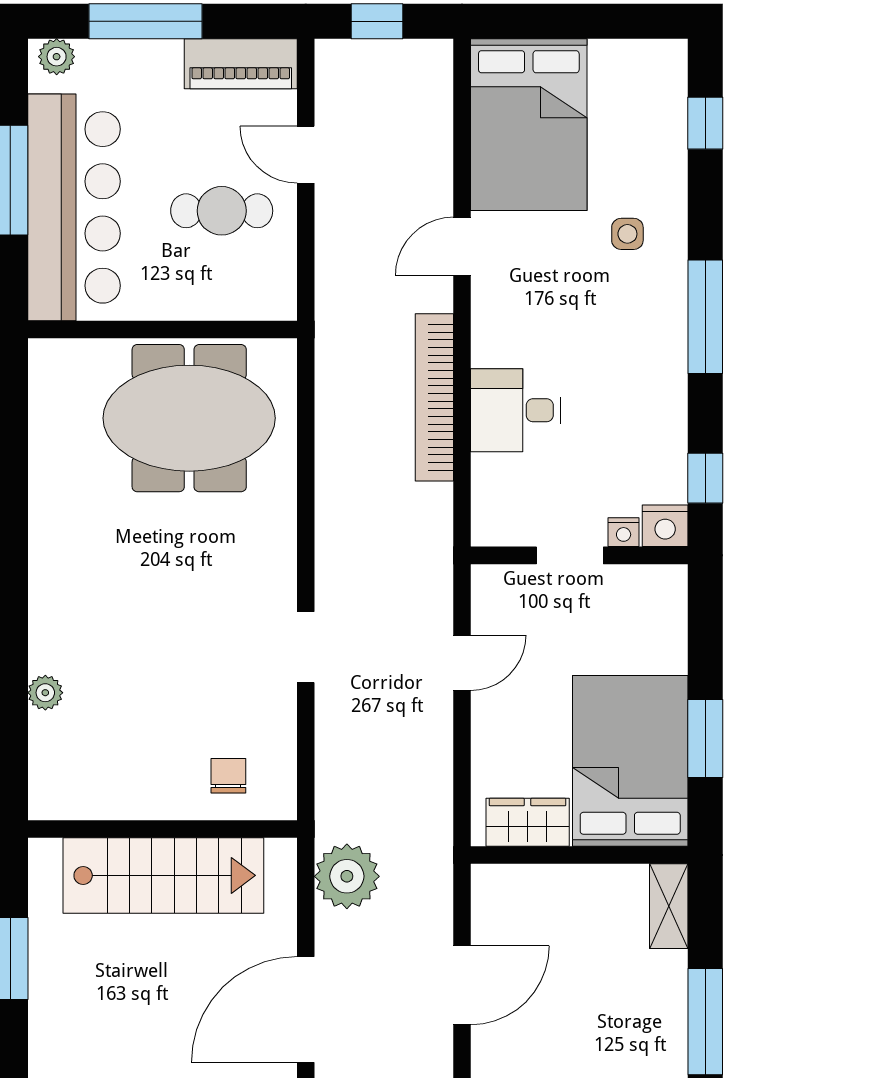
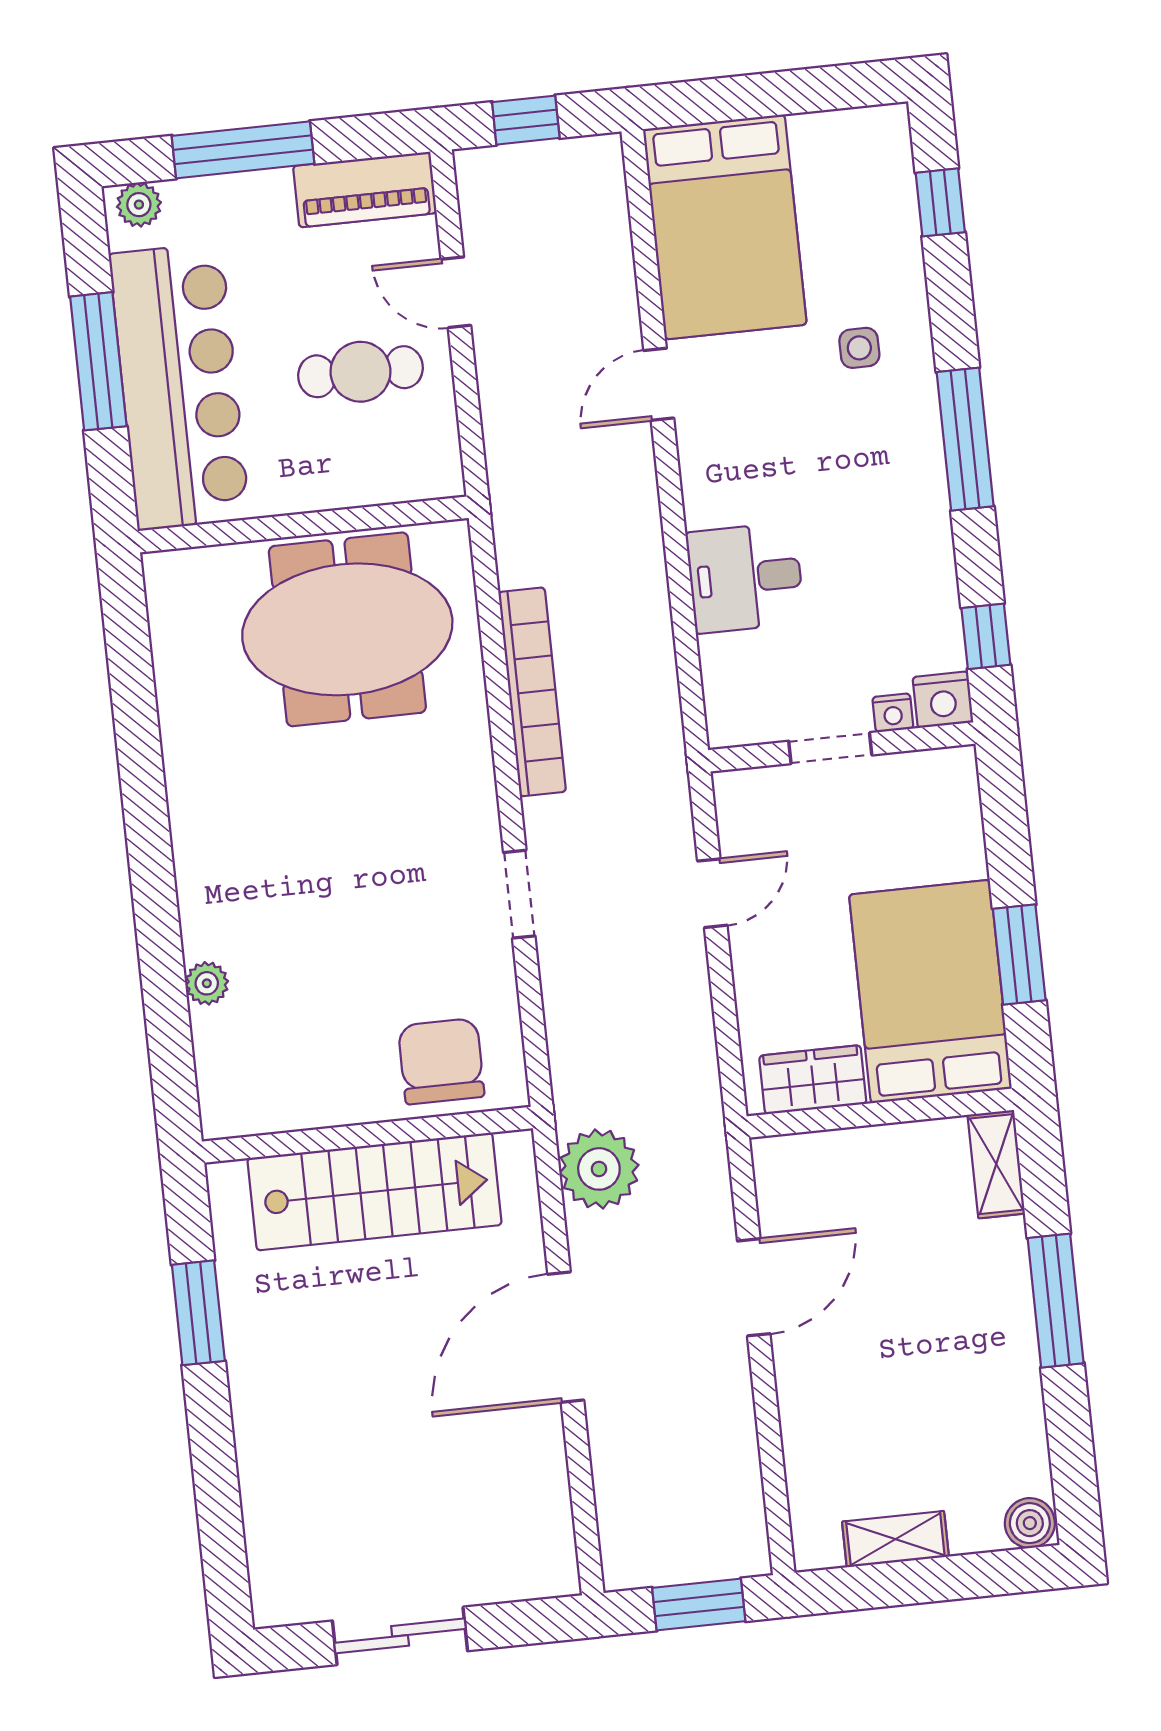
bookcase: (434, 397) -> (532, 692), moved, turned 180
chair: (228, 776) -> (441, 1061), width x1.87, depth x1.87

